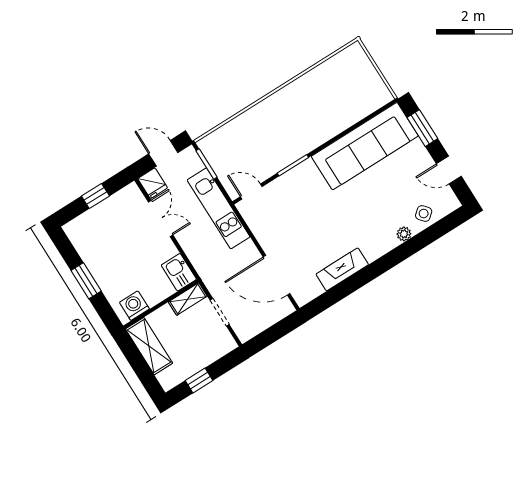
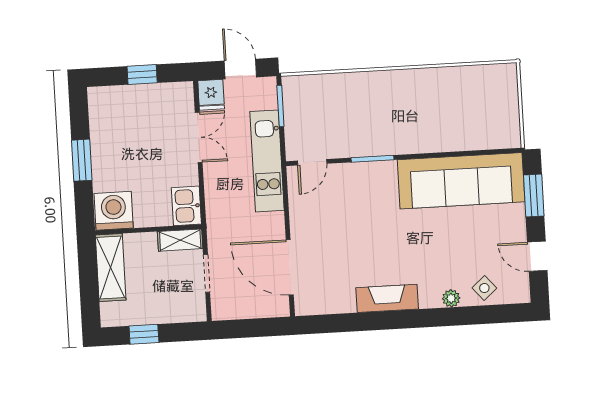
door: (251, 192) -> (312, 162), swing flipped
fireplace: (342, 269) -> (387, 298), moved
washing machine: (134, 306) -> (114, 211), width x1.37, depth x1.37

